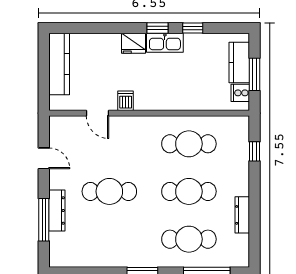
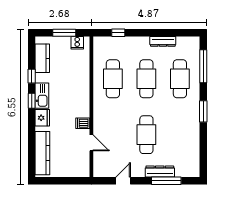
kitchen counter: (239, 62) -> (42, 58), moved, turned -90
kitchen counter: (59, 64) -> (42, 153), moved, turned 90
door: (98, 113) -> (91, 143), hinge flipped

